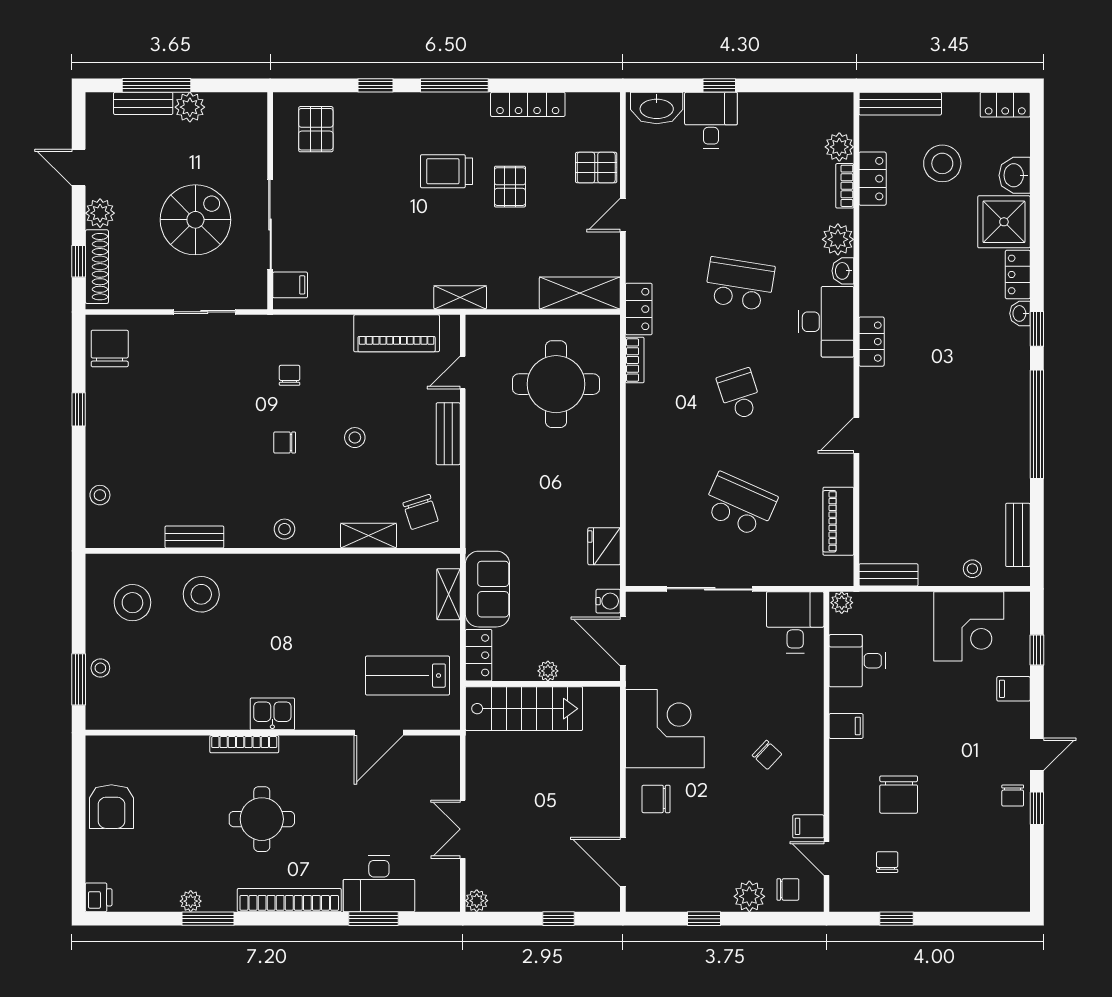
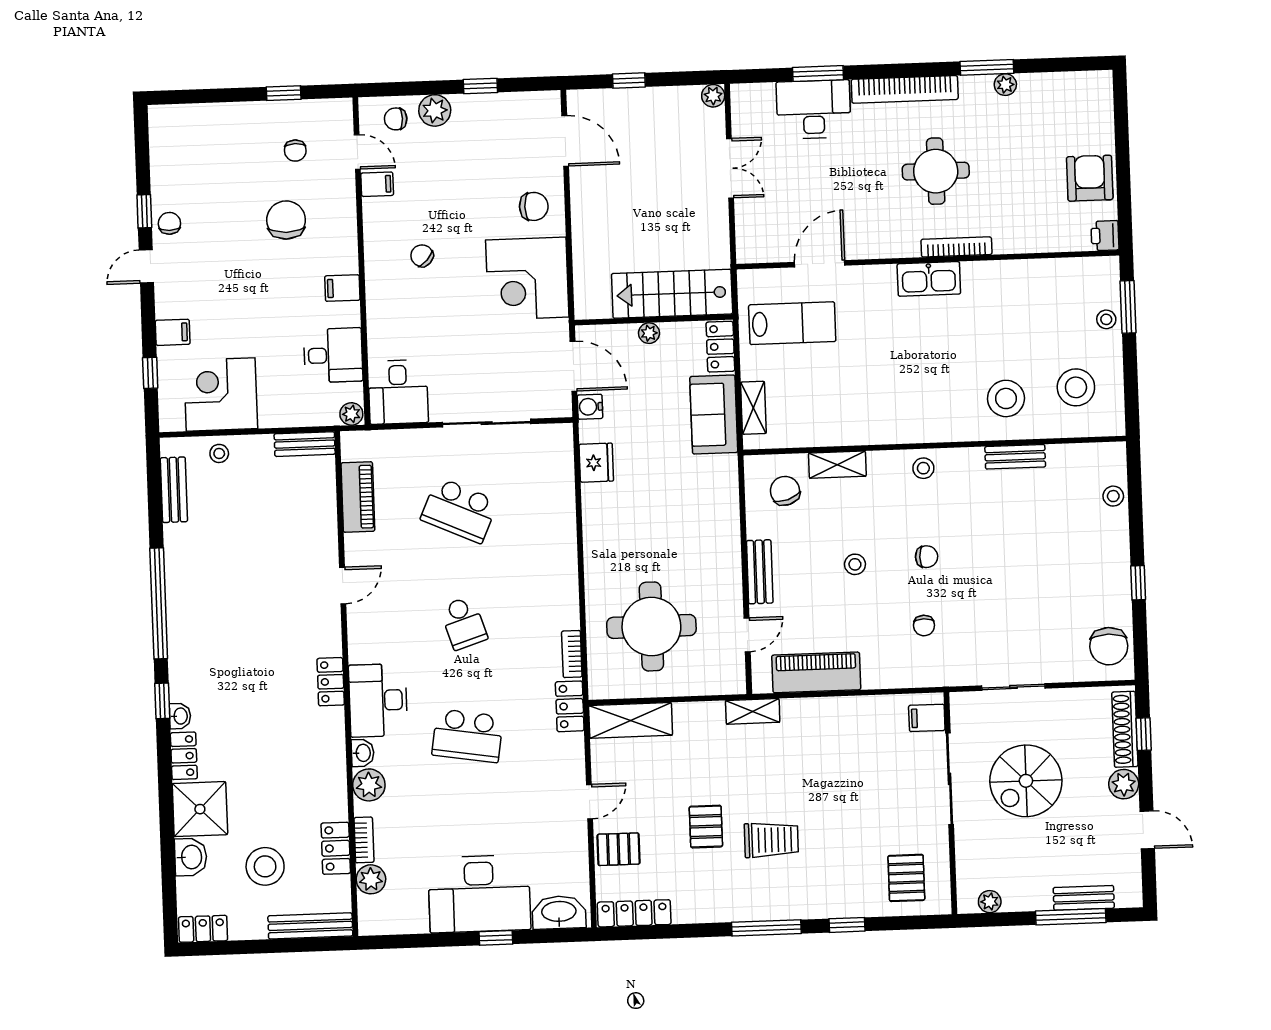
locker: (528, 104) -> (634, 913), moved
plant: (190, 107) -> (990, 902), moved, width x0.73, depth x0.73
desk: (711, 120) -> (479, 894), width x1.87, depth x1.30
kitchen sink: (272, 714) -> (929, 279), width x1.38
printer: (99, 897) -> (1105, 236), moved

